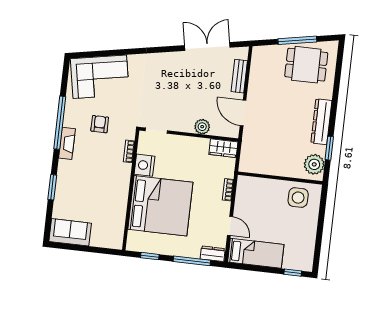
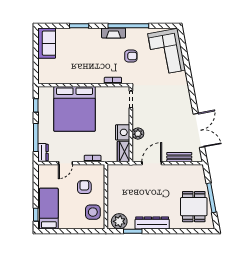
nightstand: (145, 165) -> (123, 132), moved, turned 90
armchair: (264, 205) -> (84, 187), added
bed: (256, 253) -> (49, 209), moved, turned 180

